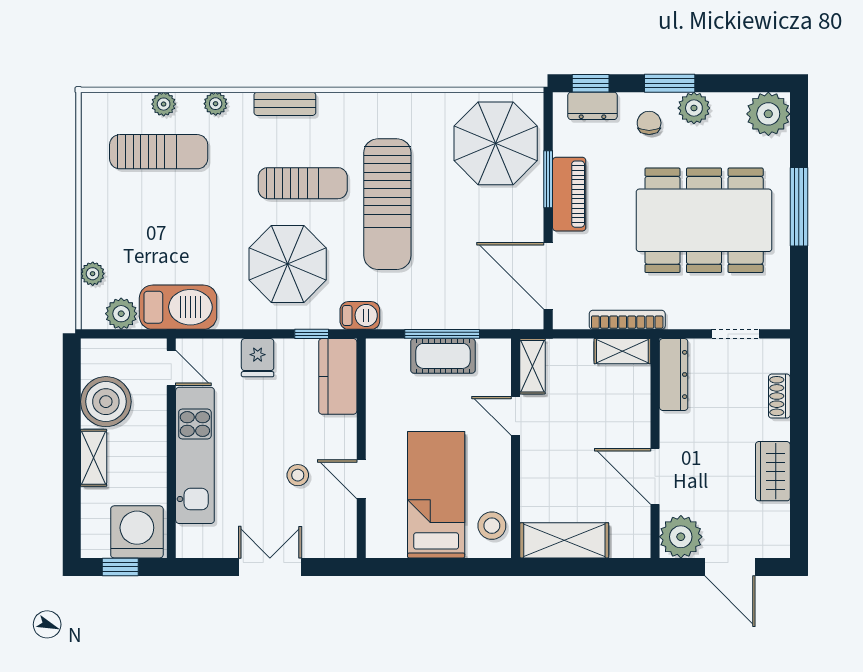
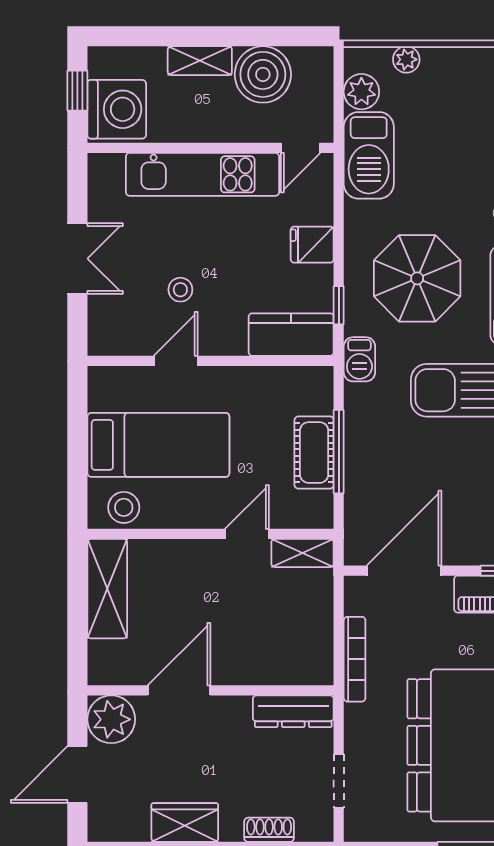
shelving: (622, 351) -> (320, 654), removed

